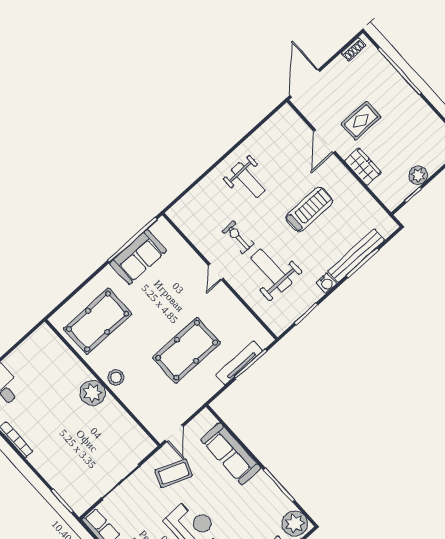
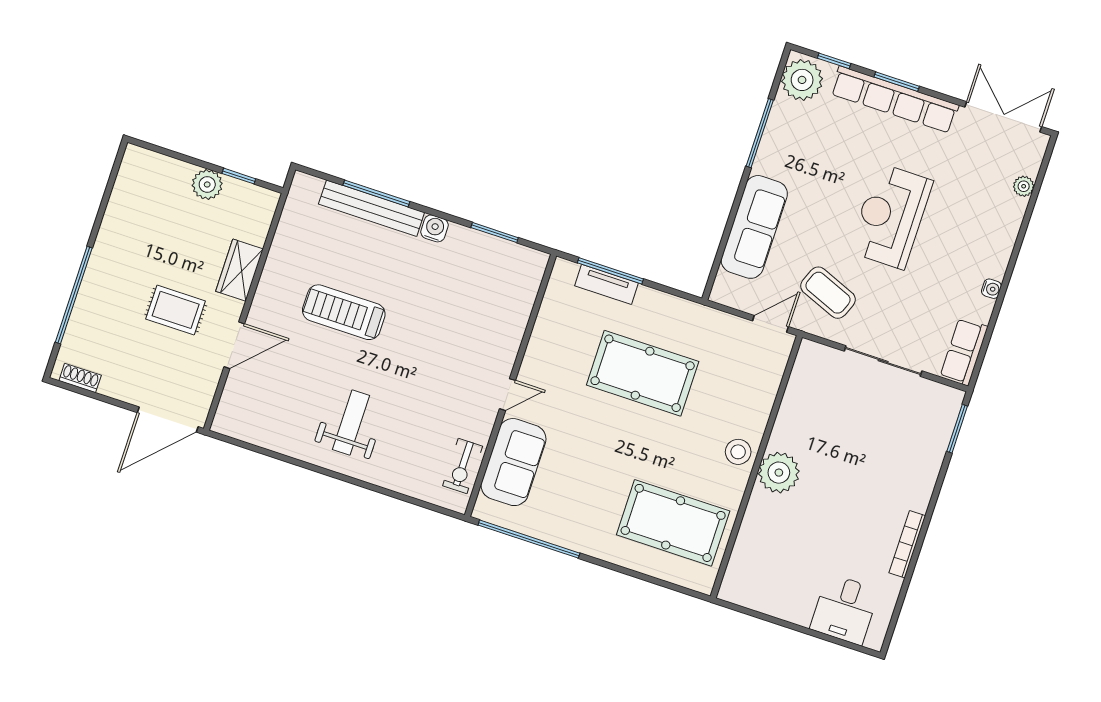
exercise bike: (238, 237) -> (463, 466), moved
sofa: (138, 257) -> (514, 462), moved, turned 90
weight bench: (271, 271) -> (461, 317), removed
tv unit: (239, 363) -> (607, 284), width x0.71

